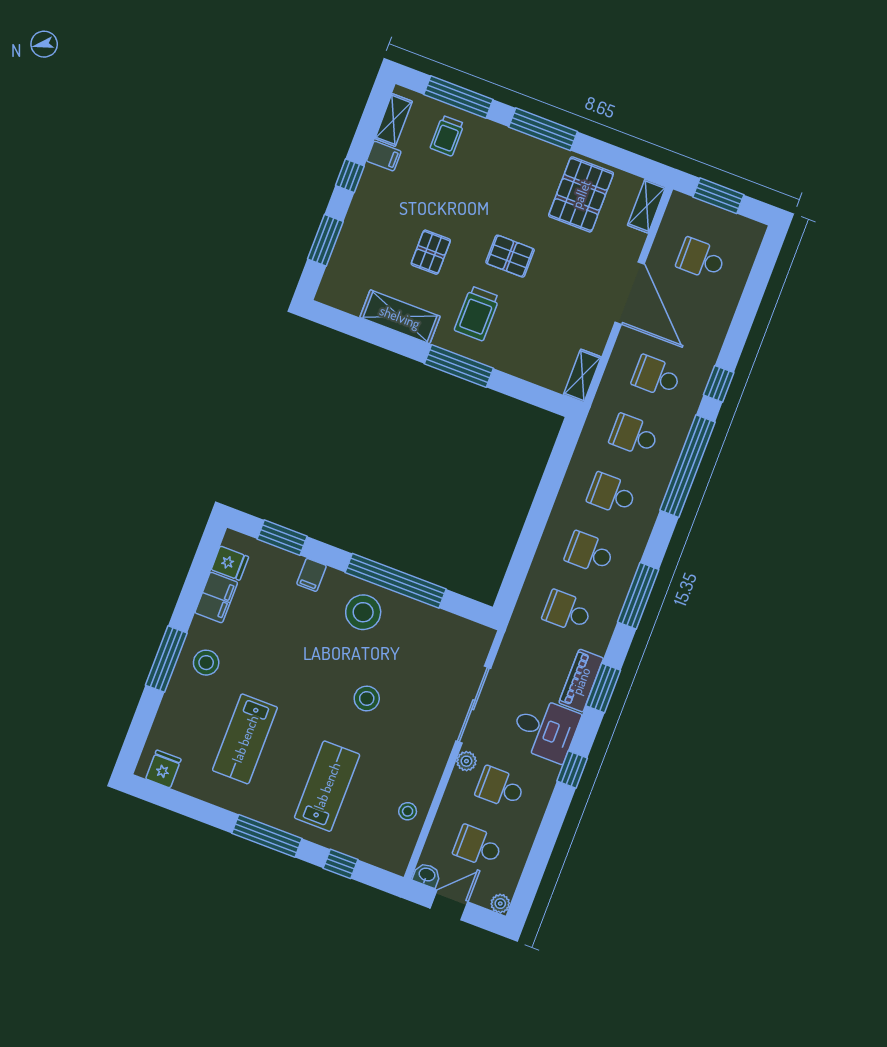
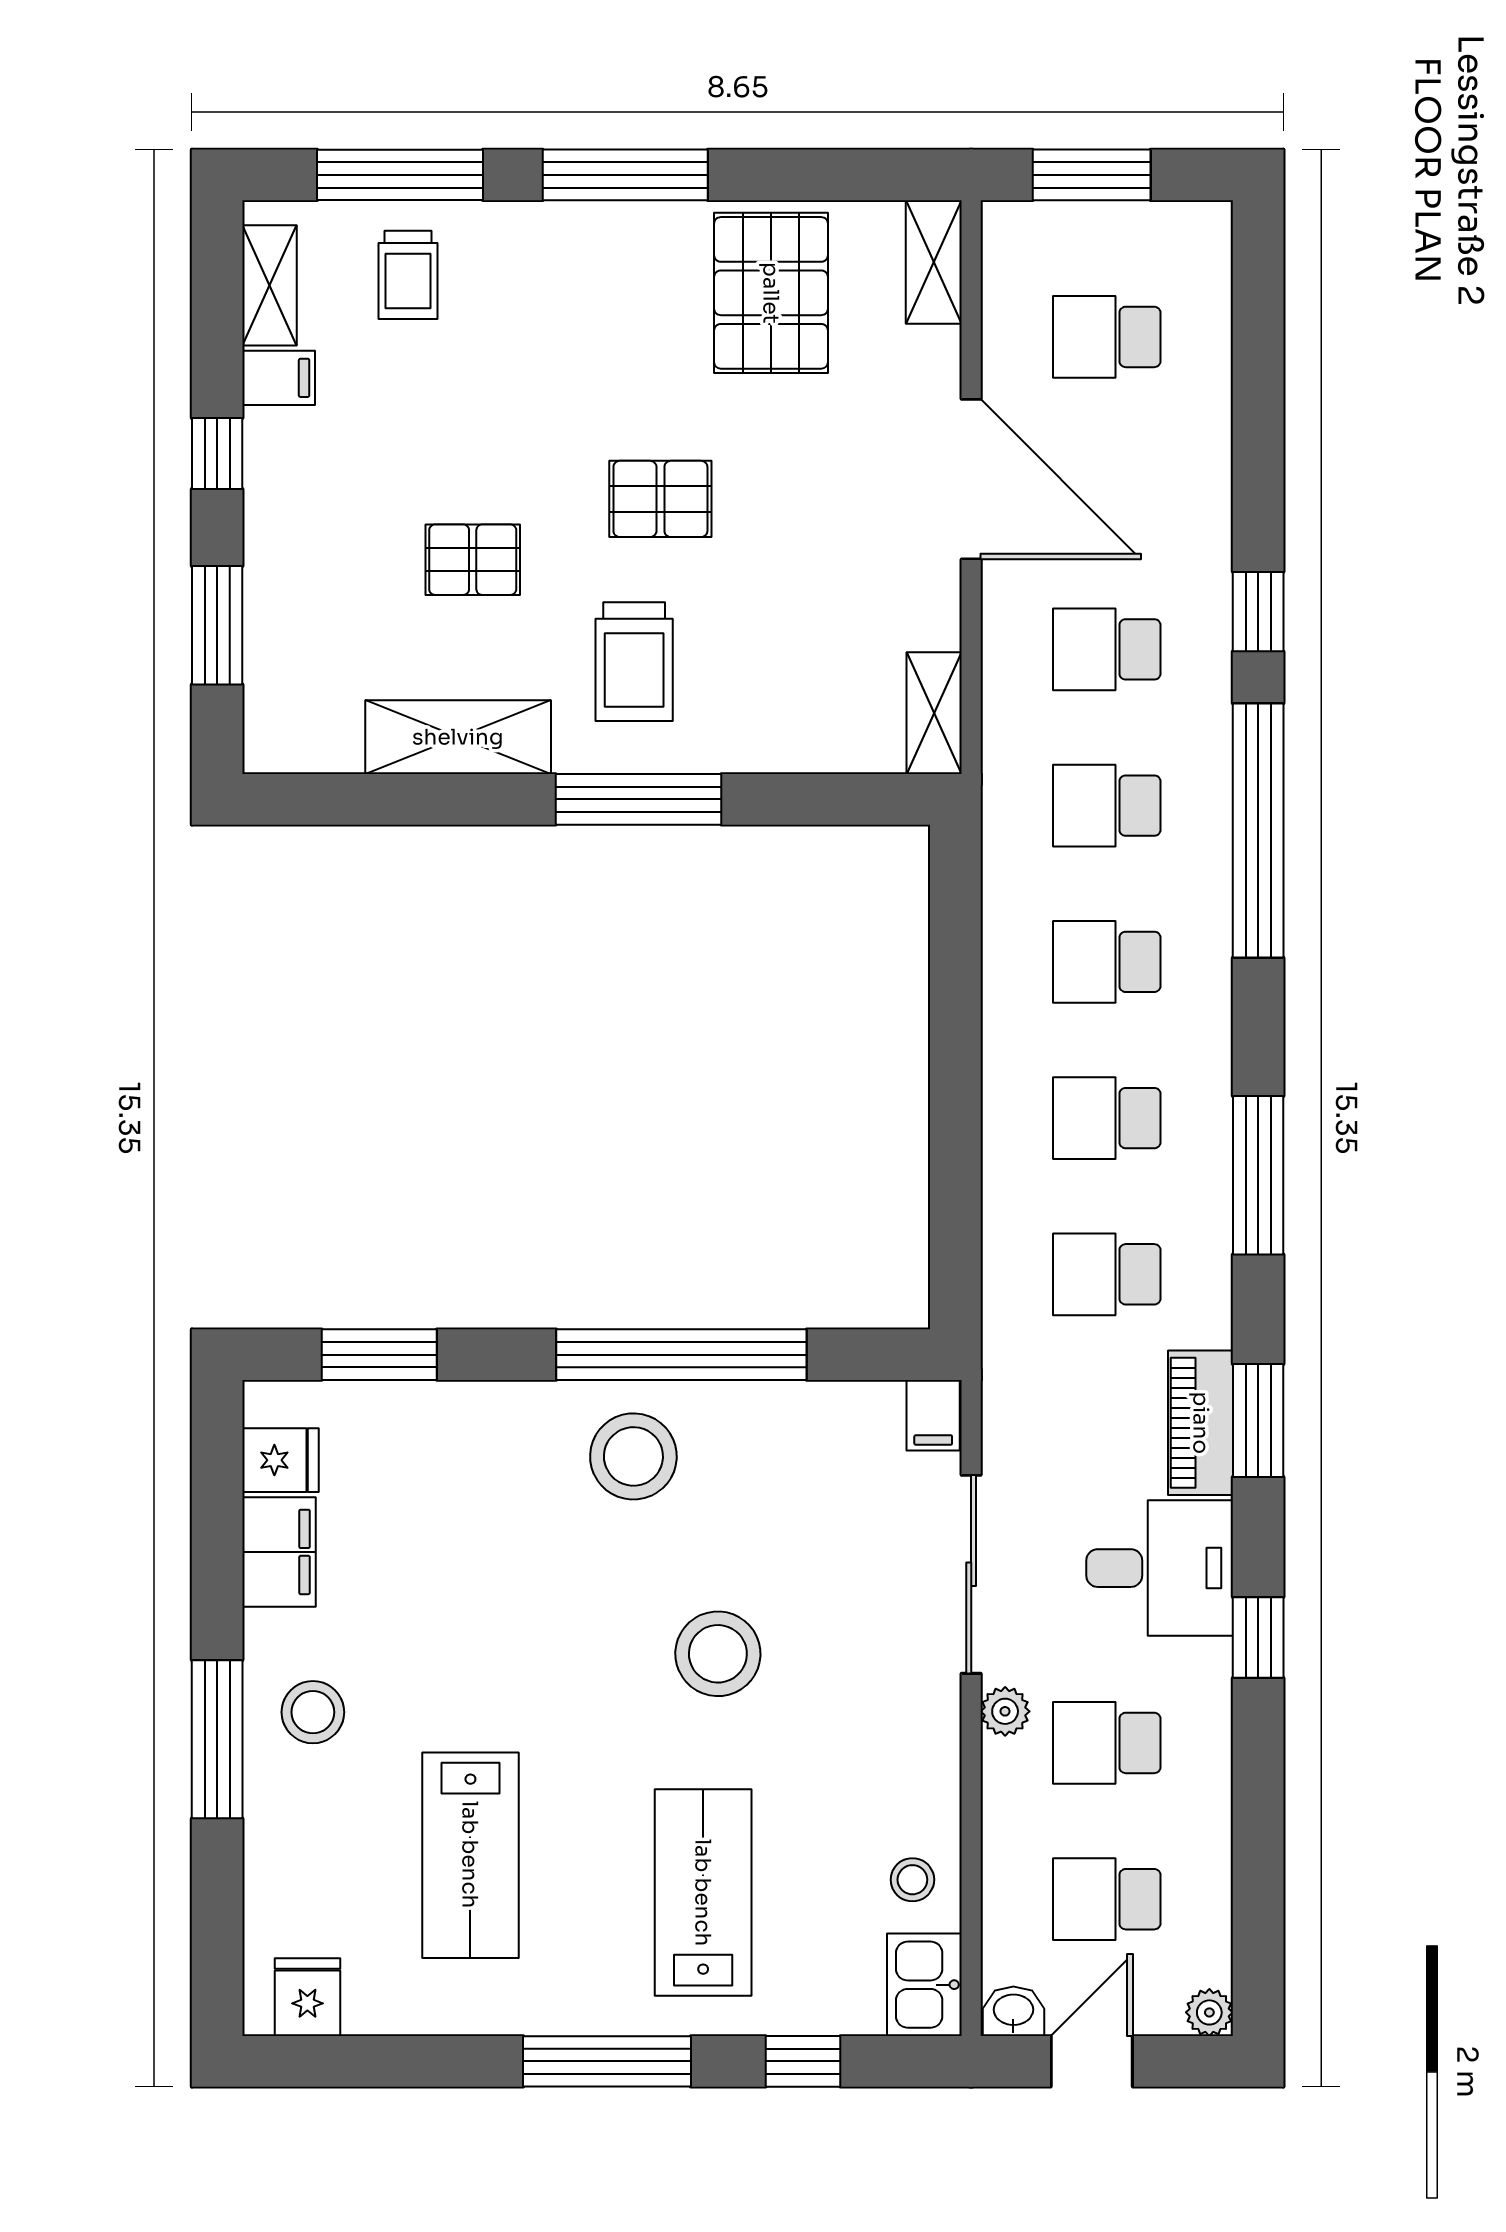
pallet: (431, 252) -> (473, 560), turned 90
filing cabinet: (312, 575) -> (933, 1415), moved
stool: (367, 698) -> (718, 1654), width x1.38, depth x1.38
kitchen sink: (397, 852) -> (924, 1985), added

